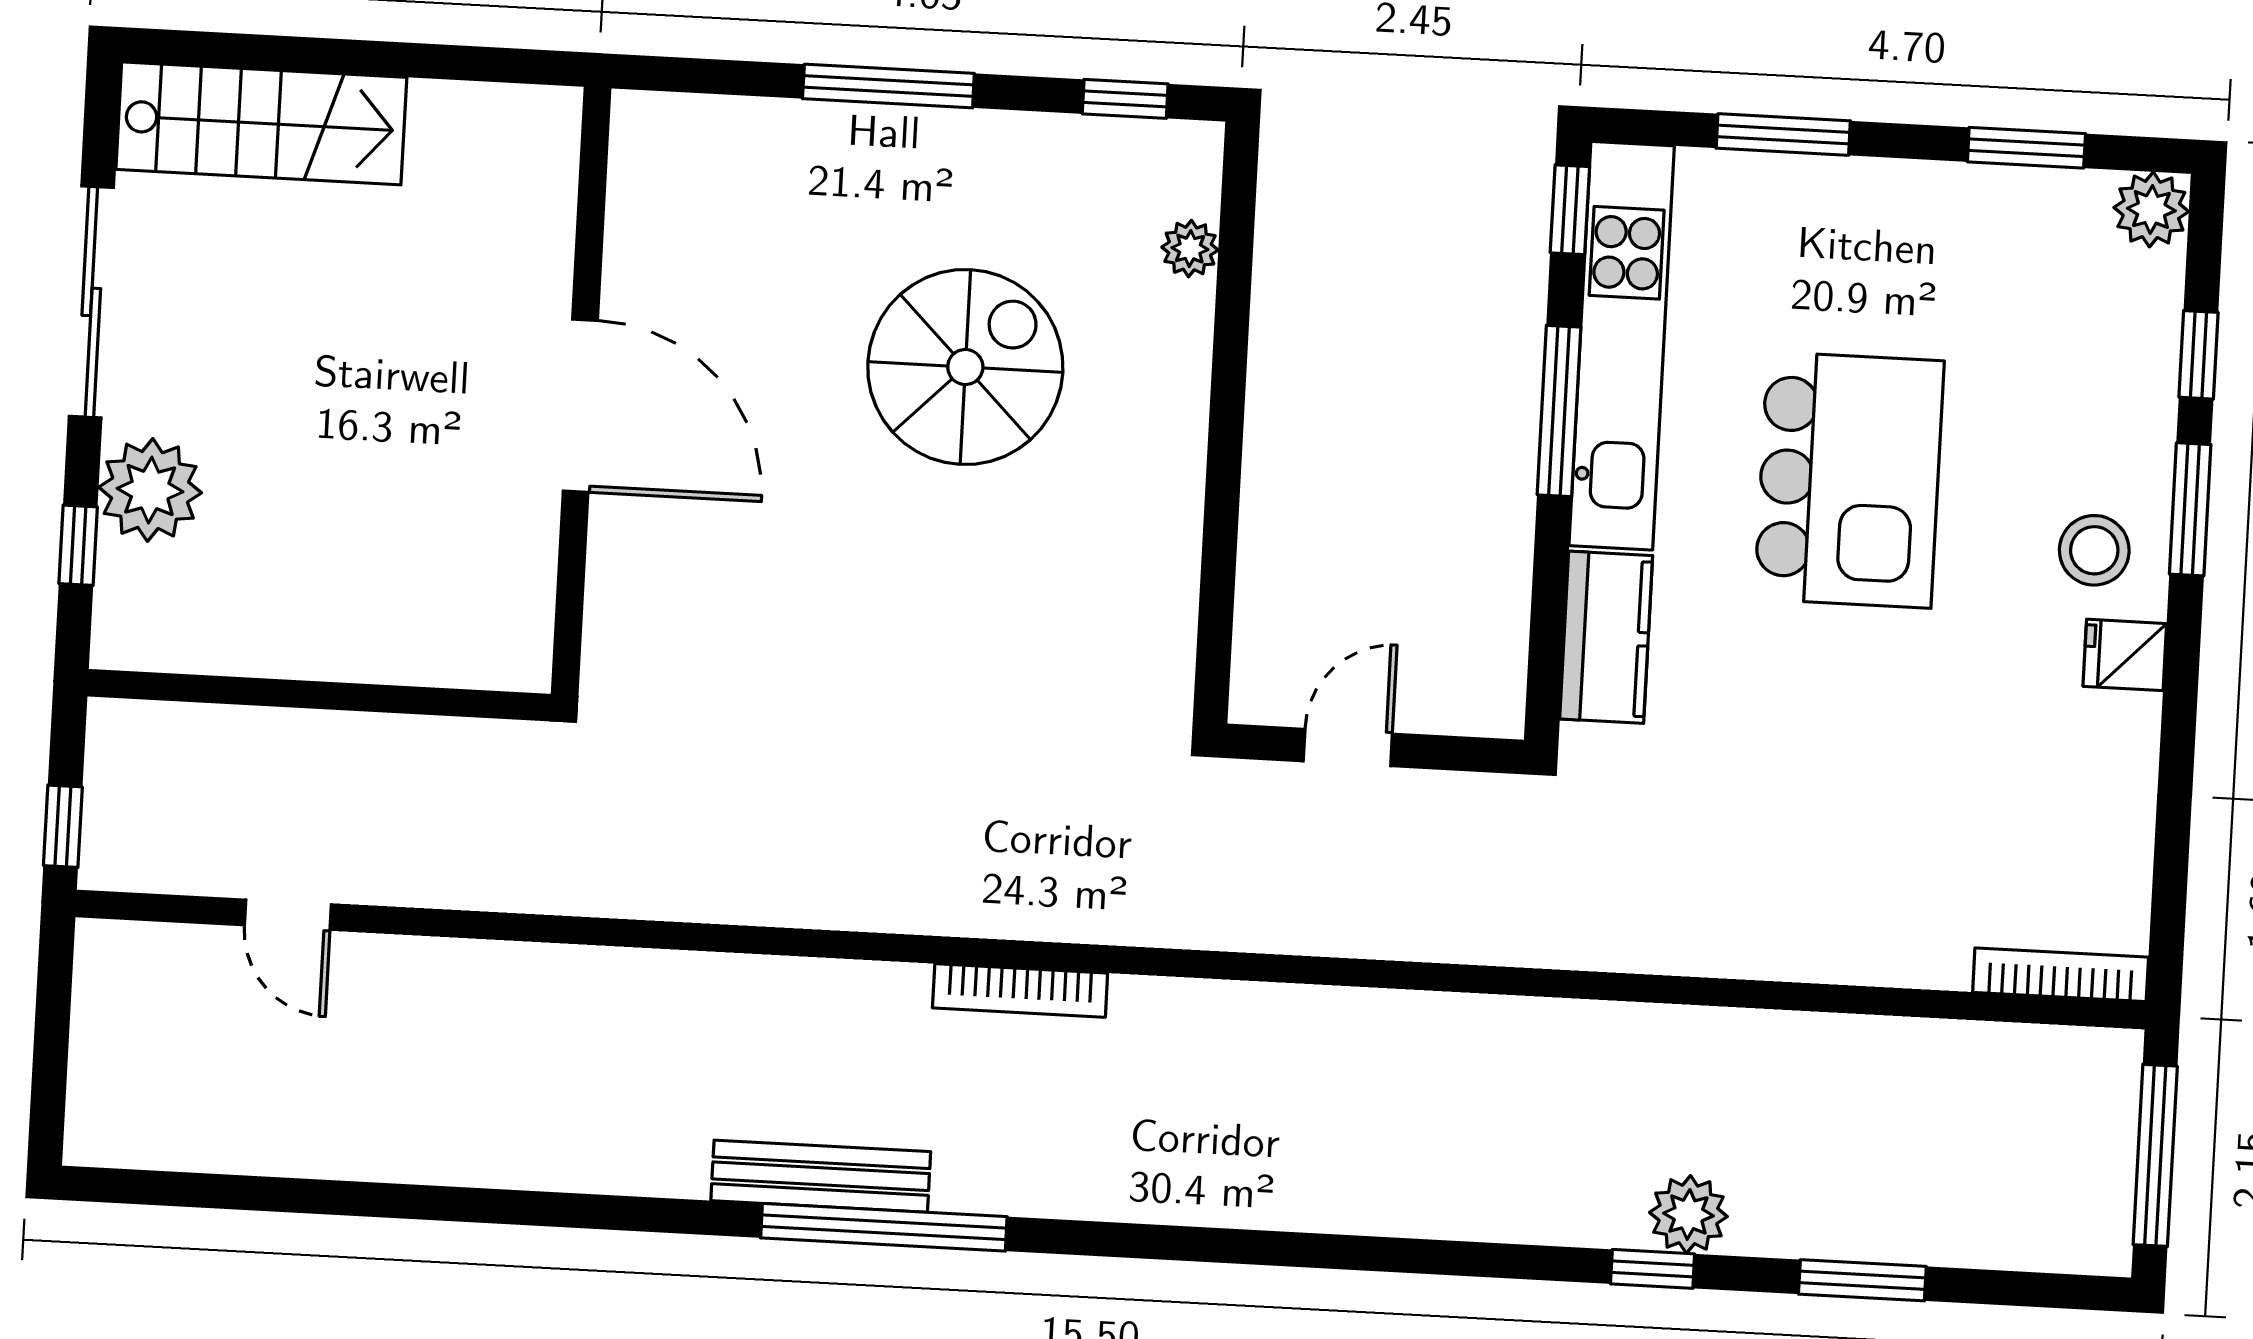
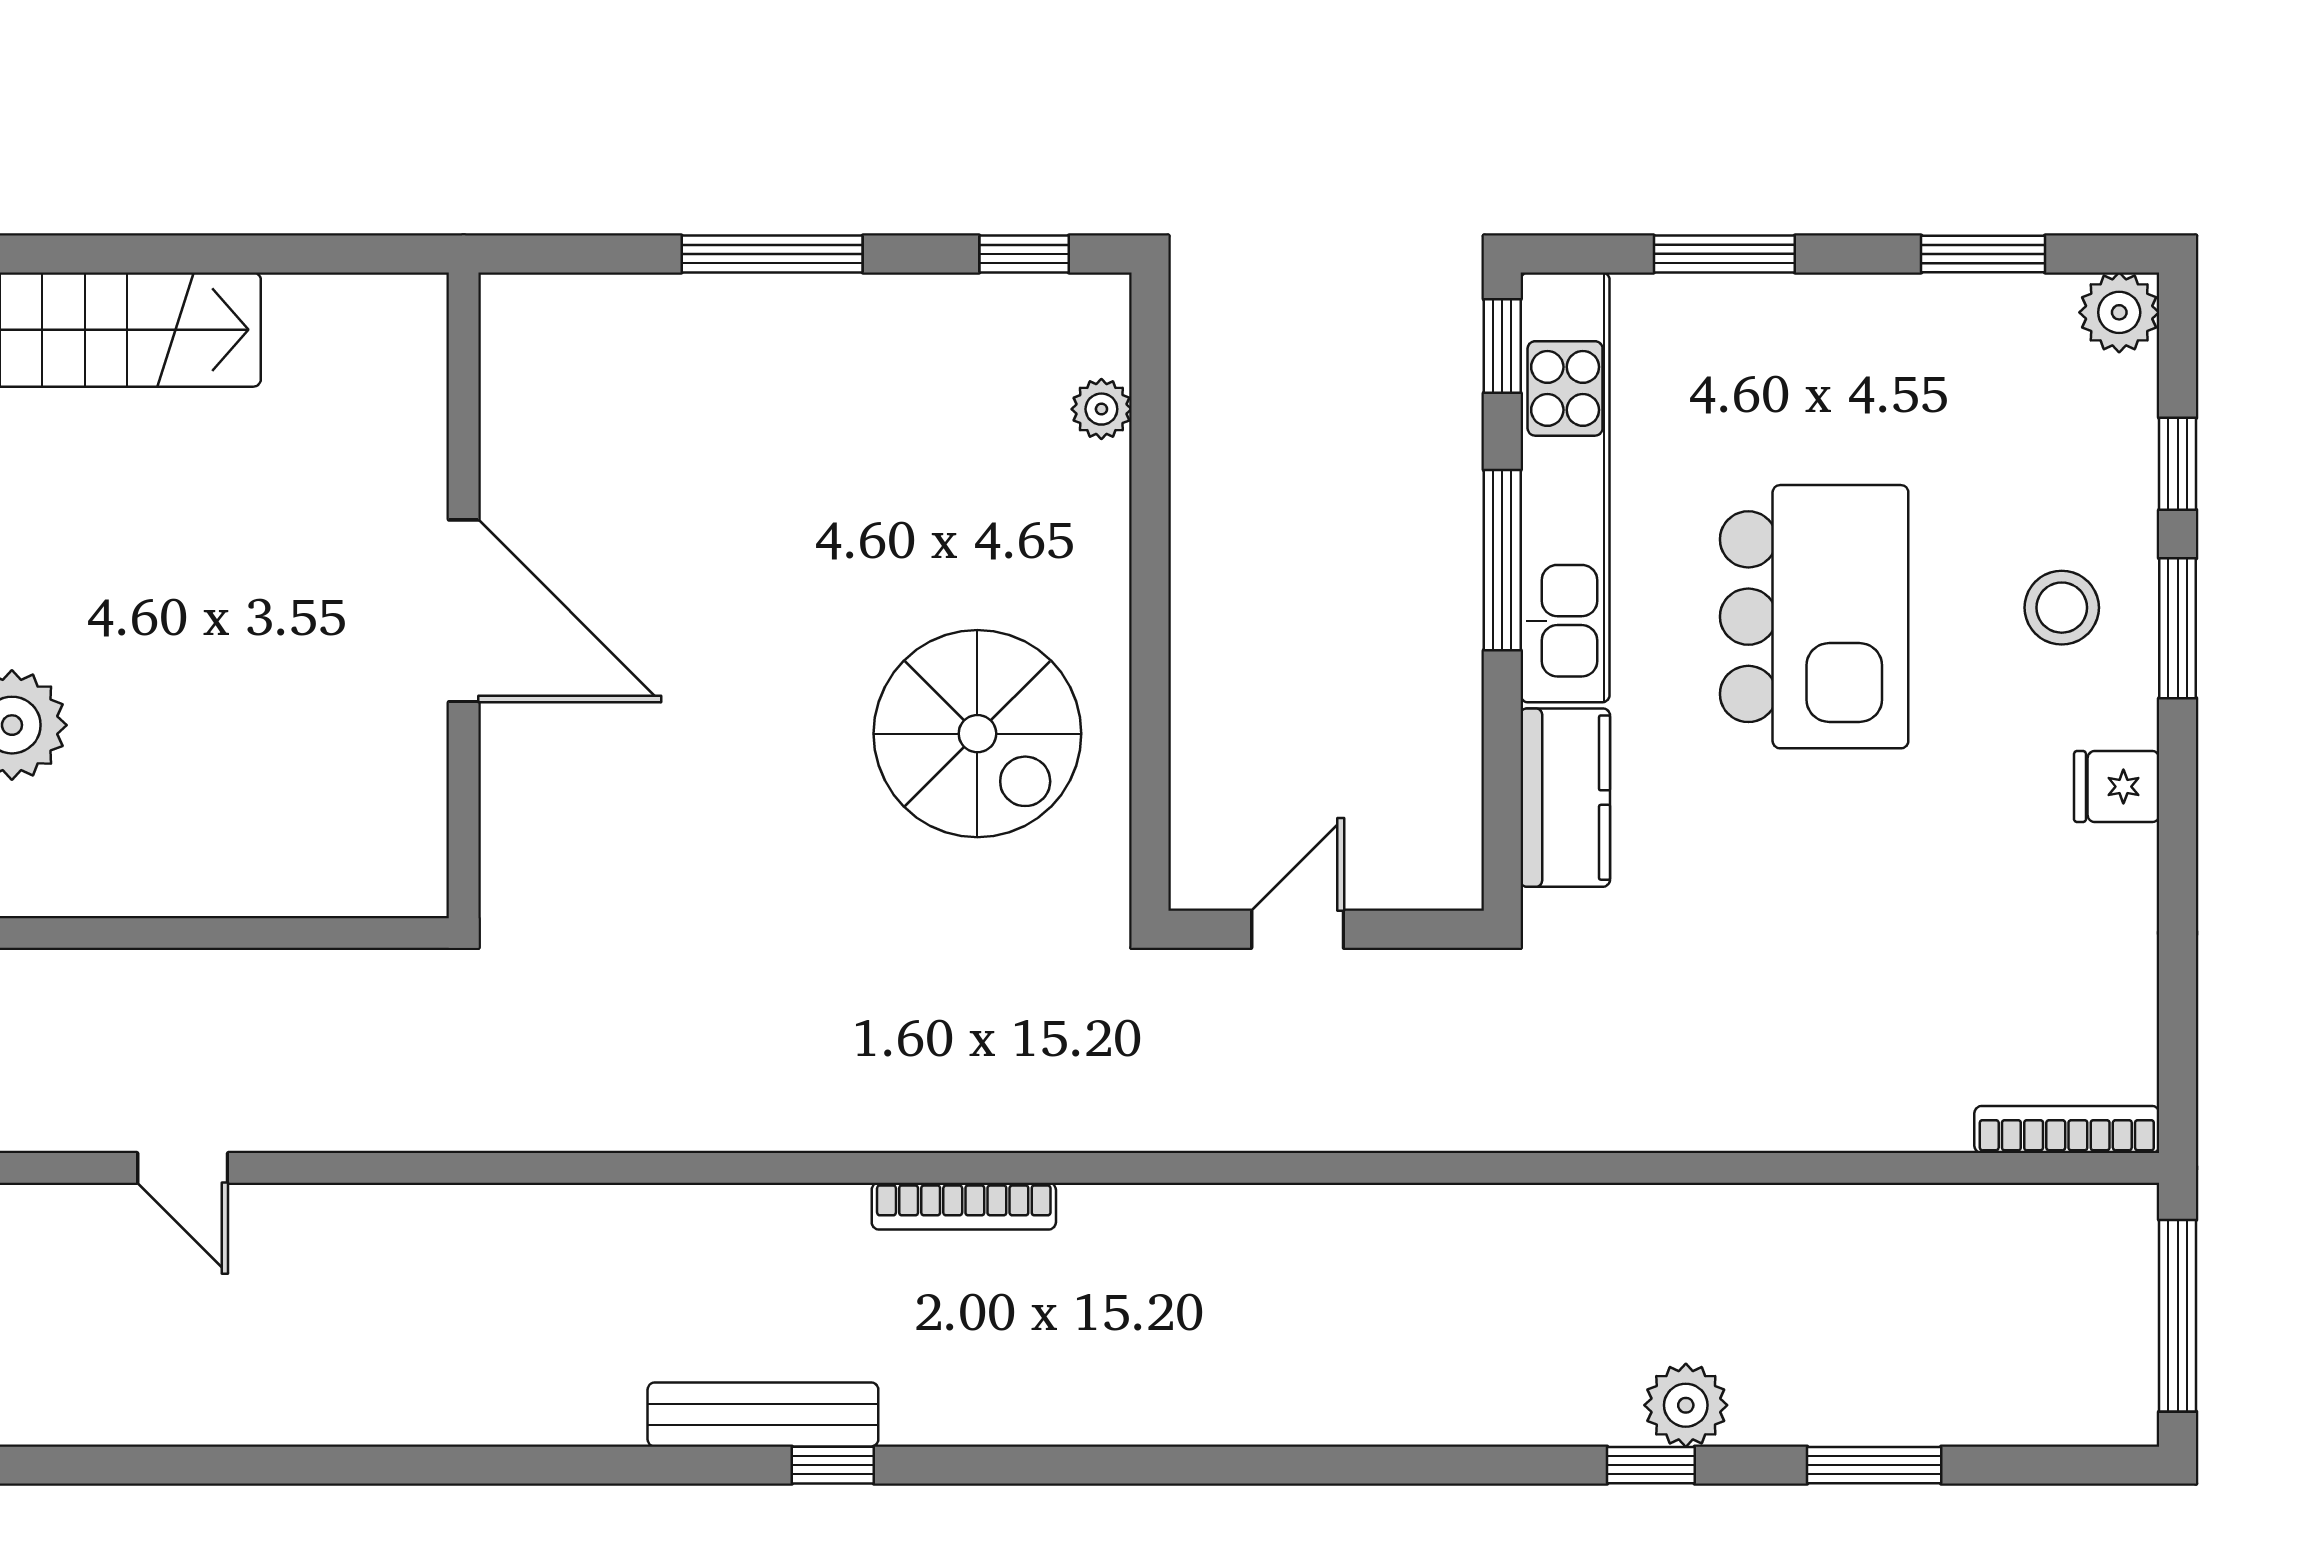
spiral stairs: (965, 367) -> (977, 734), moved, turned 90
stool: (2094, 550) -> (2062, 608), moved
window: (884, 1227) -> (833, 1465), width x0.32

